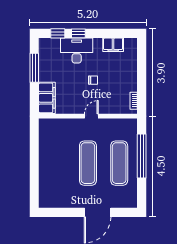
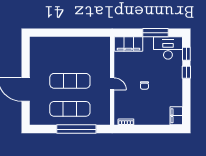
filing cabinet: (113, 45) -> (176, 116), moved
desk: (77, 51) -> (168, 48), moved, turned -90

